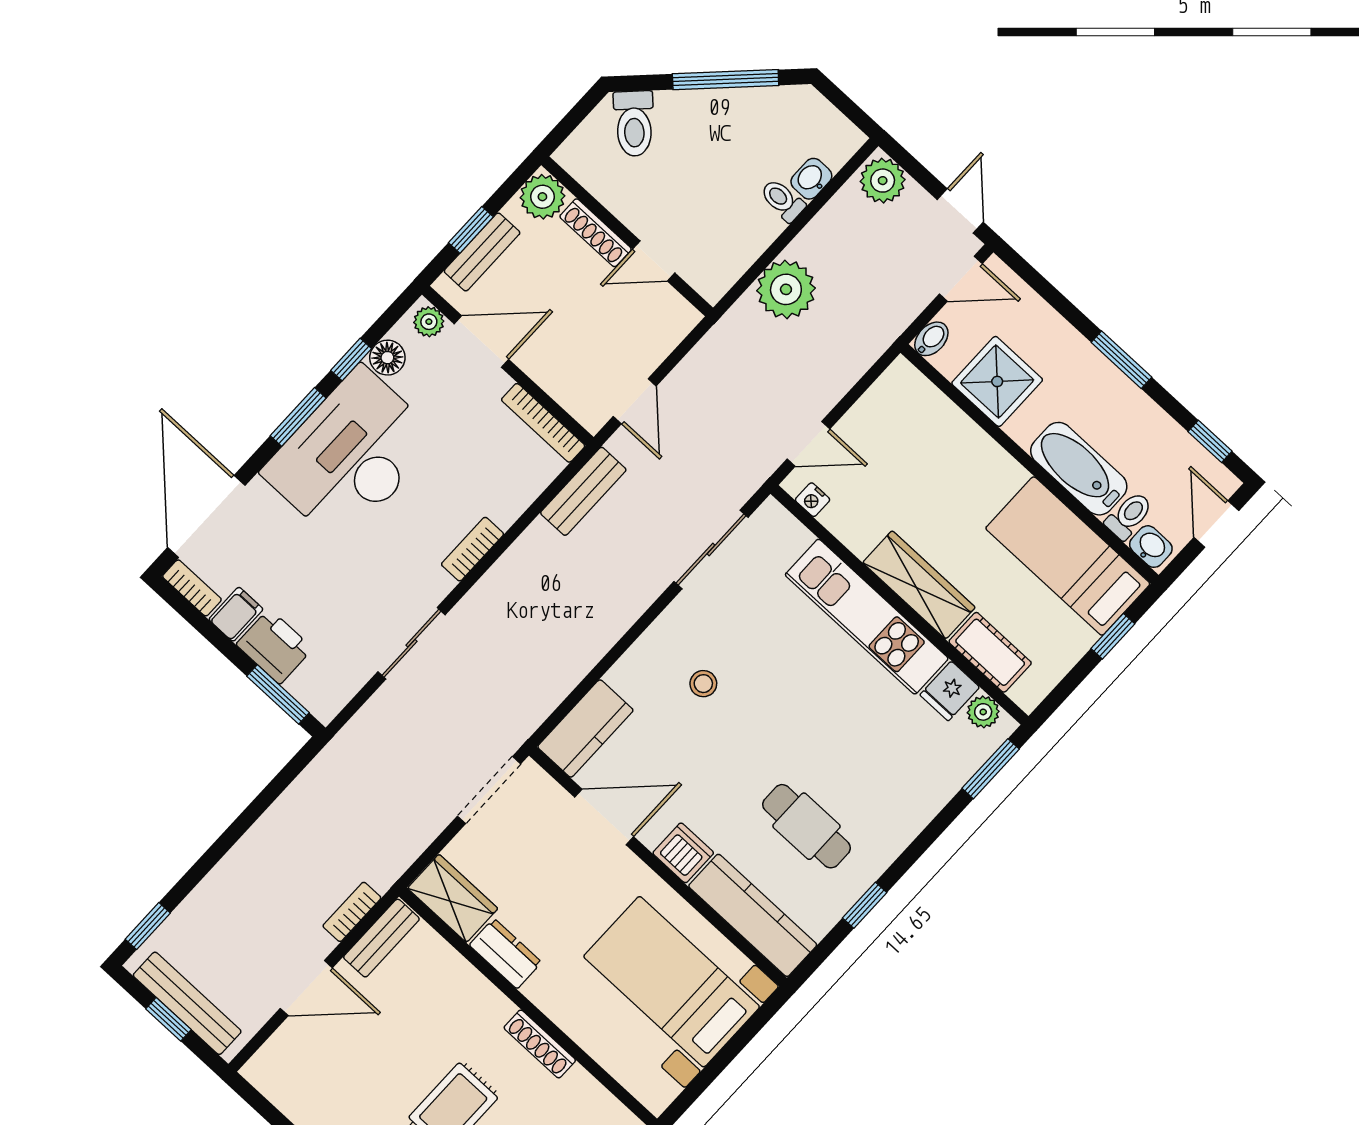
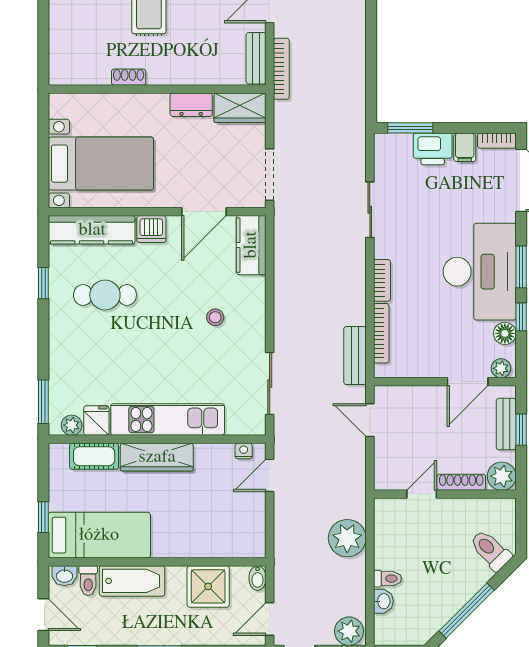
bookcase: (543, 423) -> (381, 333), moved, turned 90
bookcase: (352, 912) -> (281, 69), width x1.56
shoe rack: (540, 1044) -> (129, 77), width x0.70

